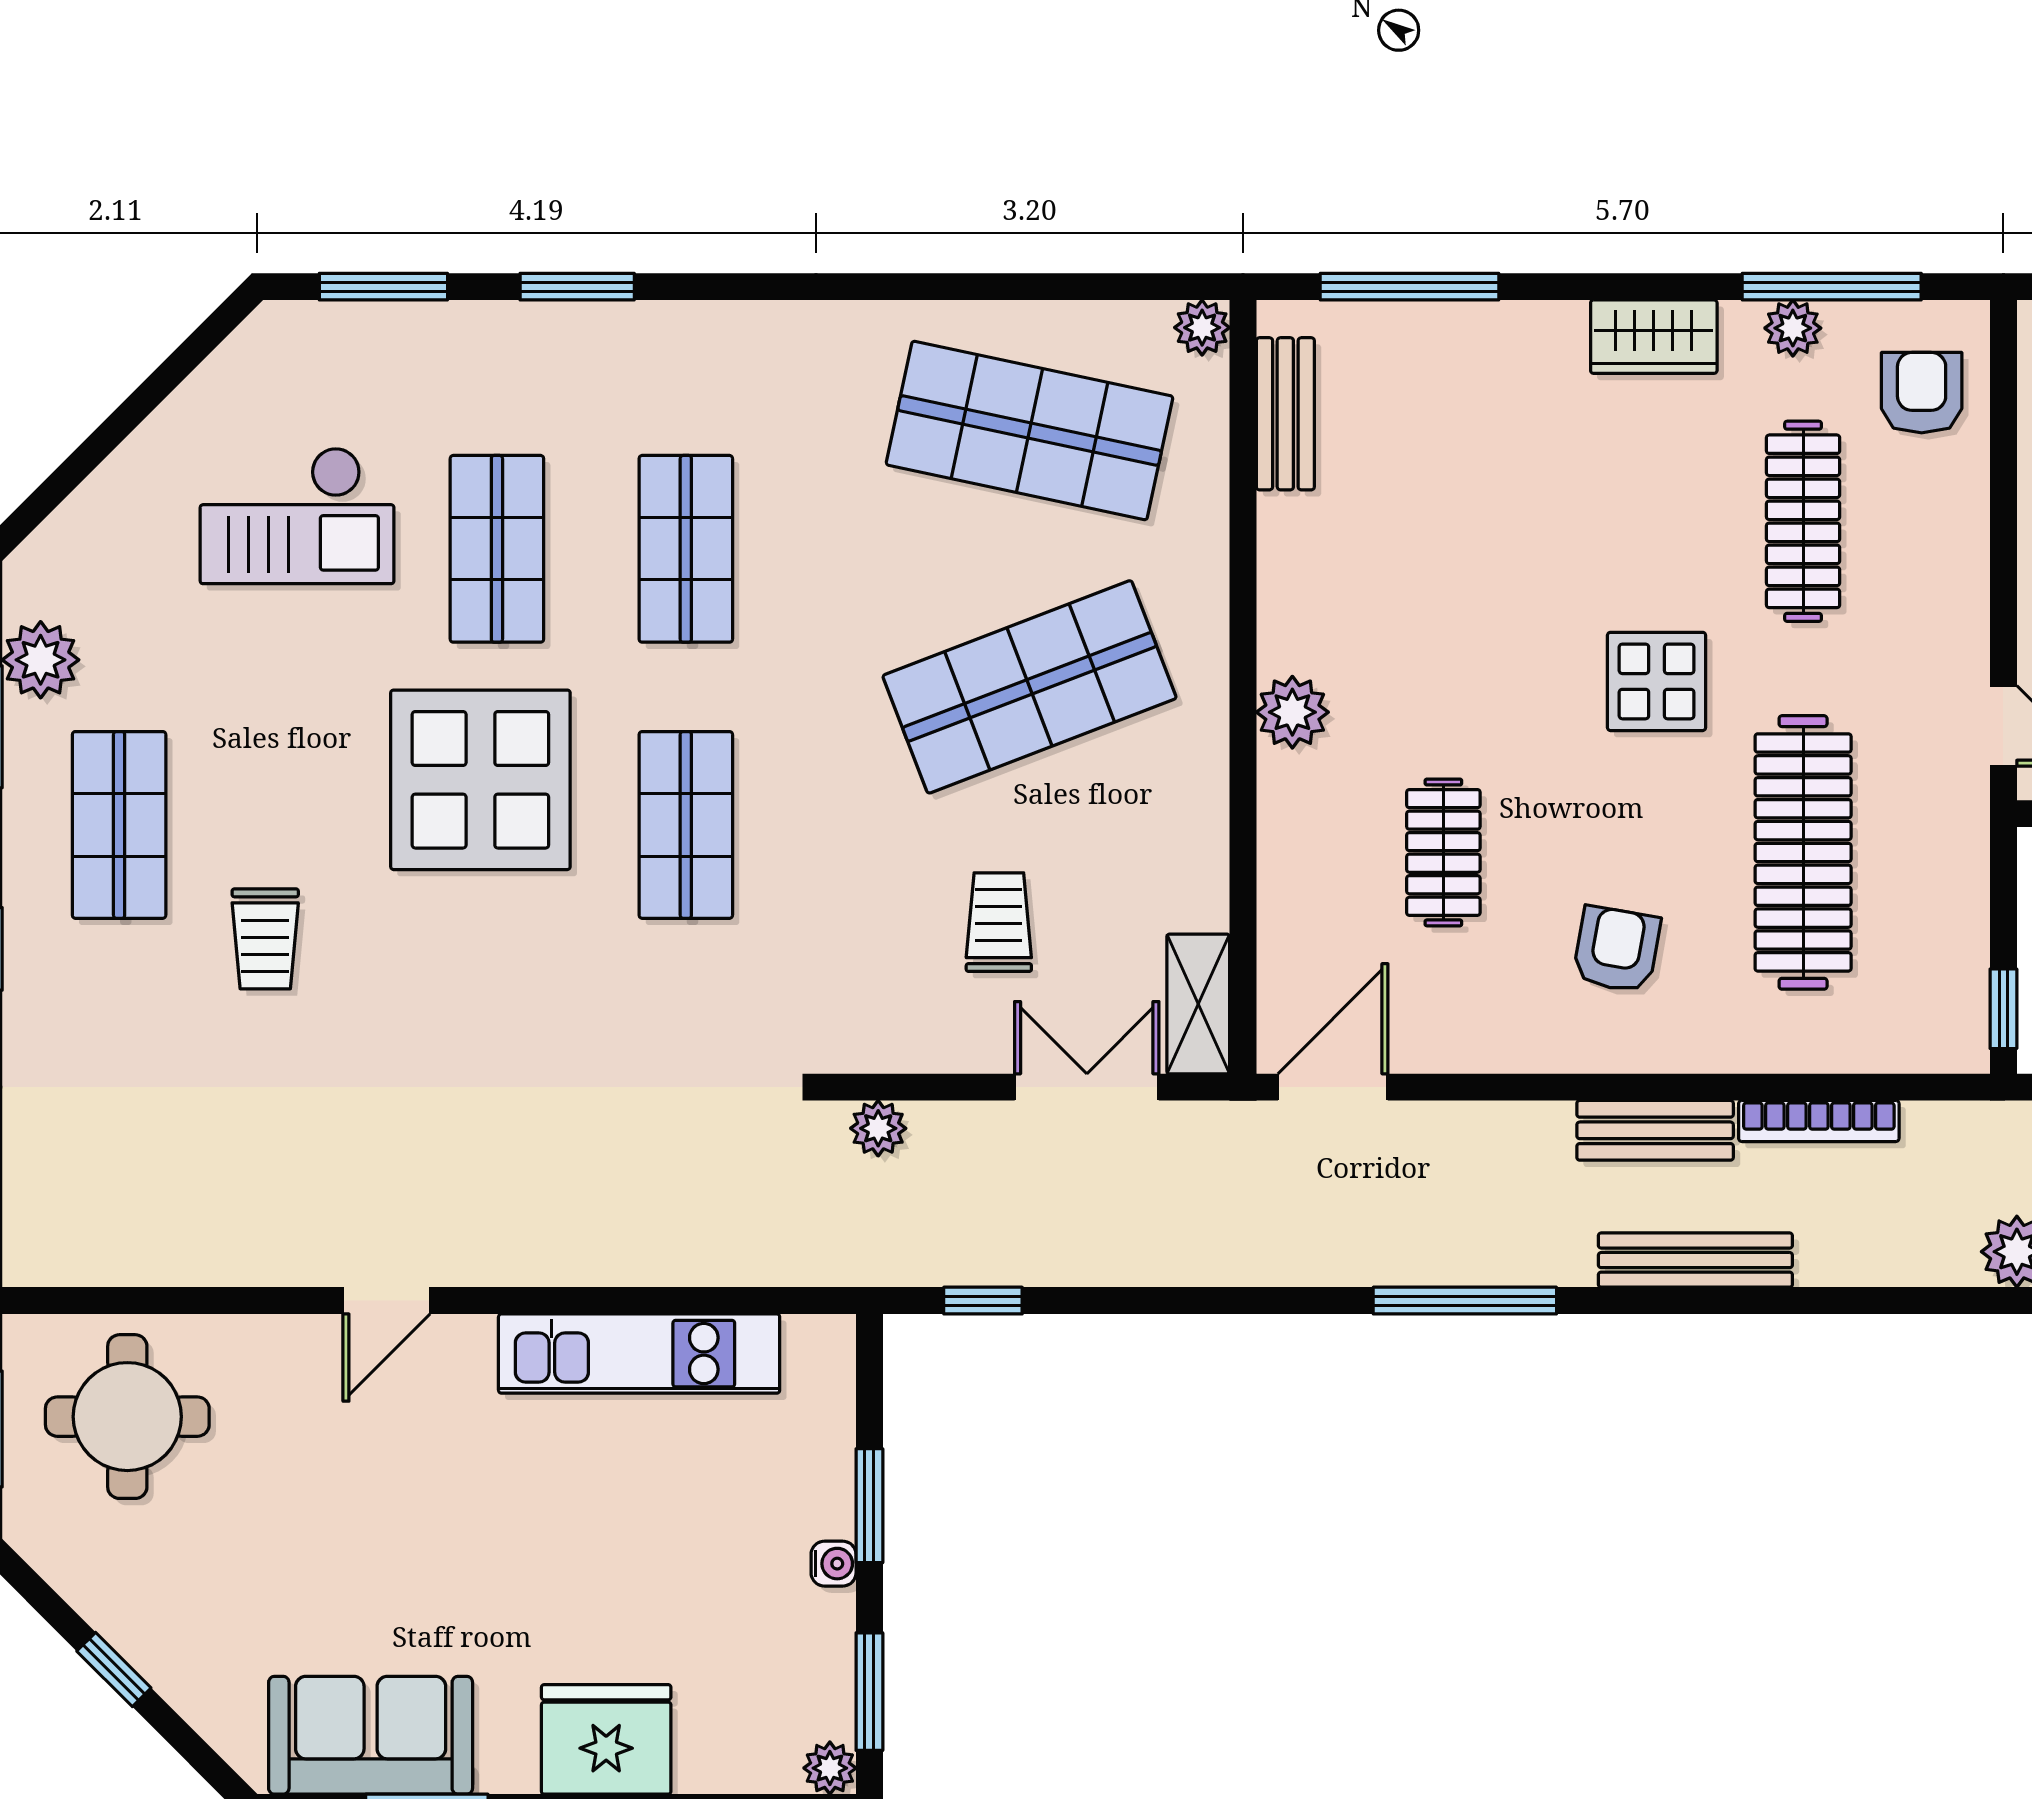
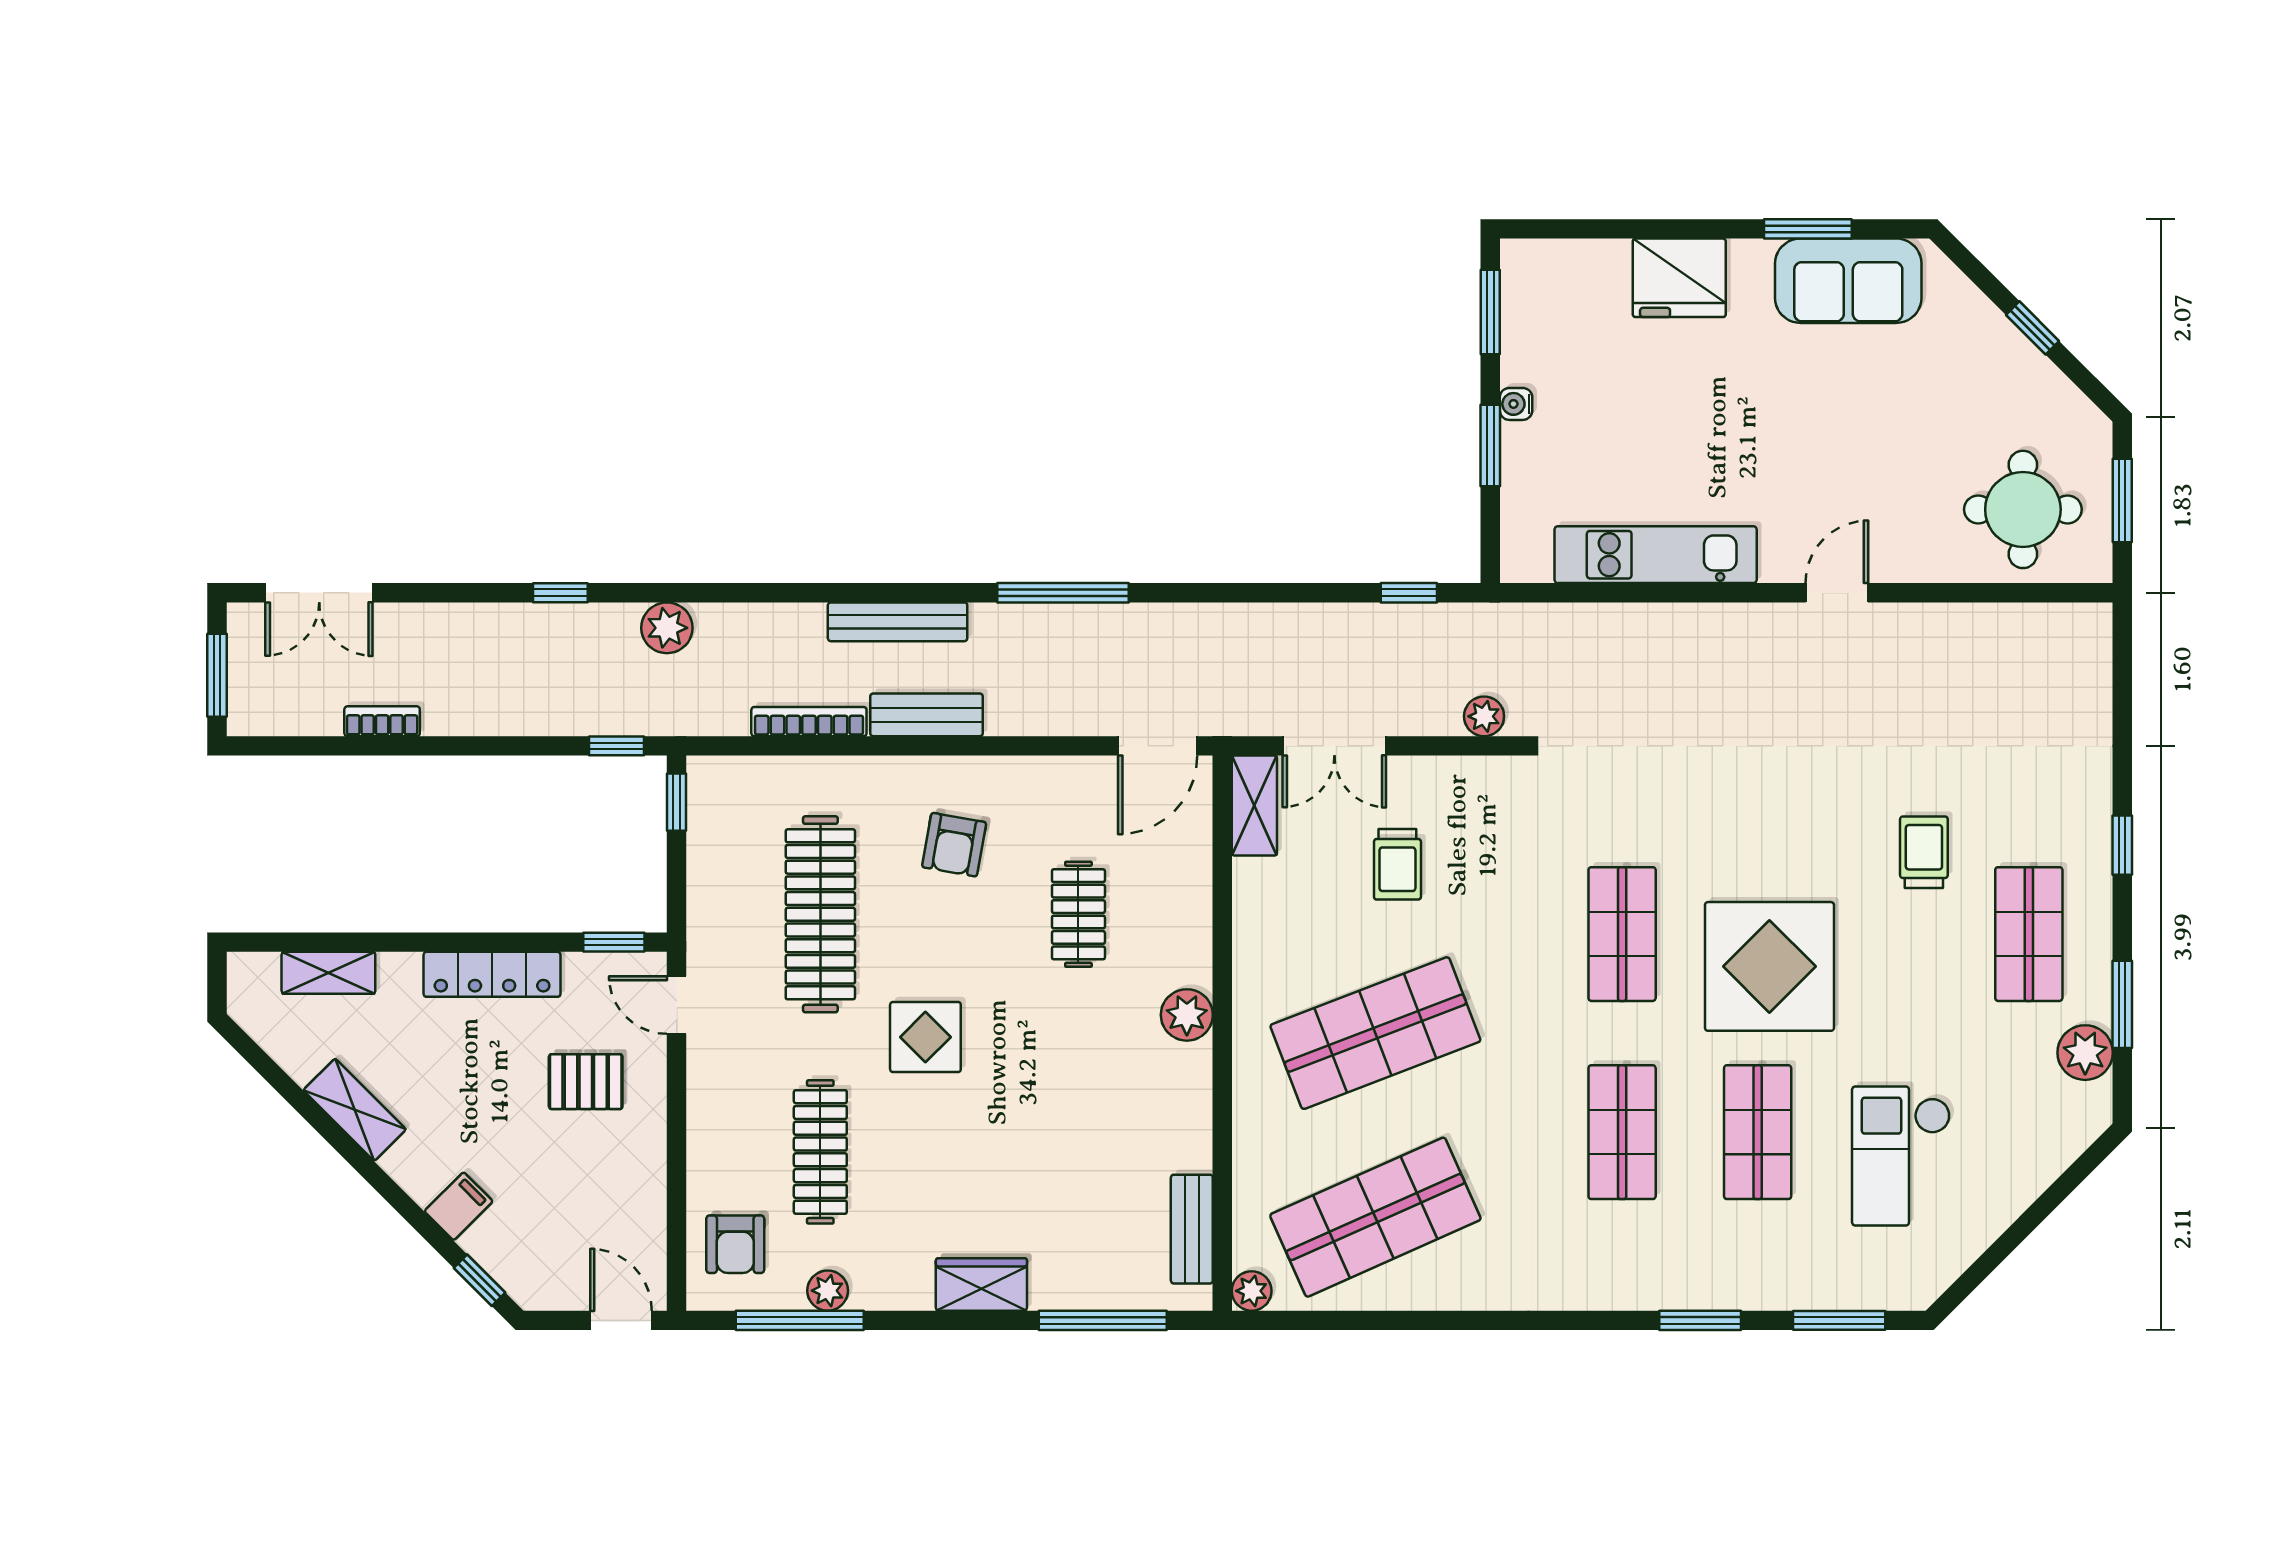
wardrobe: (1654, 337) -> (981, 1284), moved
shop shelf: (1030, 430) -> (1375, 1217), turned -36
checkout: (297, 516) -> (1901, 1156), turned -90
plant: (830, 1768) -> (1519, 257), removed

